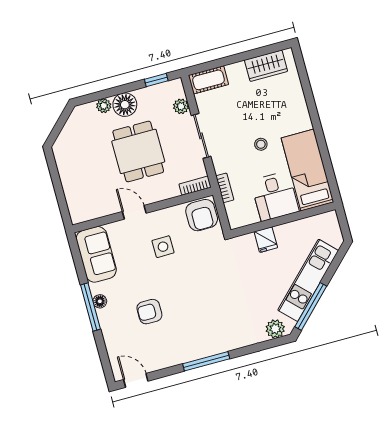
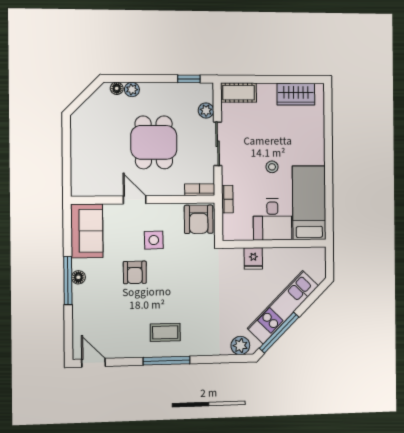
floor lamp: (125, 105) -> (117, 88), moved, width x0.53, depth x0.53
armchair: (149, 312) -> (135, 272), moved, turned -90
coffee table: (198, 334) -> (165, 332), added

